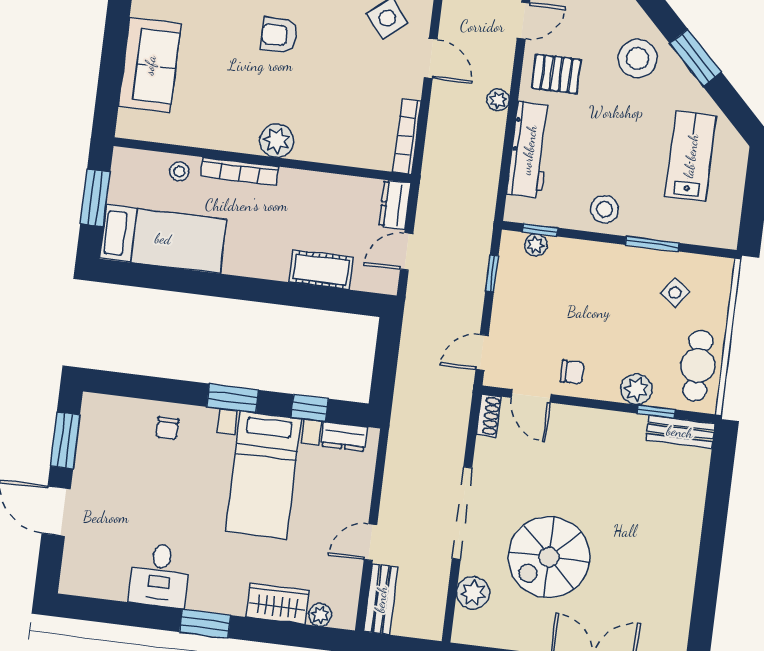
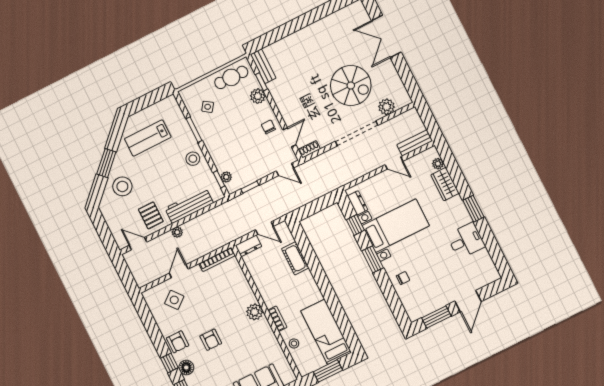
bookcase: (240, 172) -> (277, 319), width x0.64

